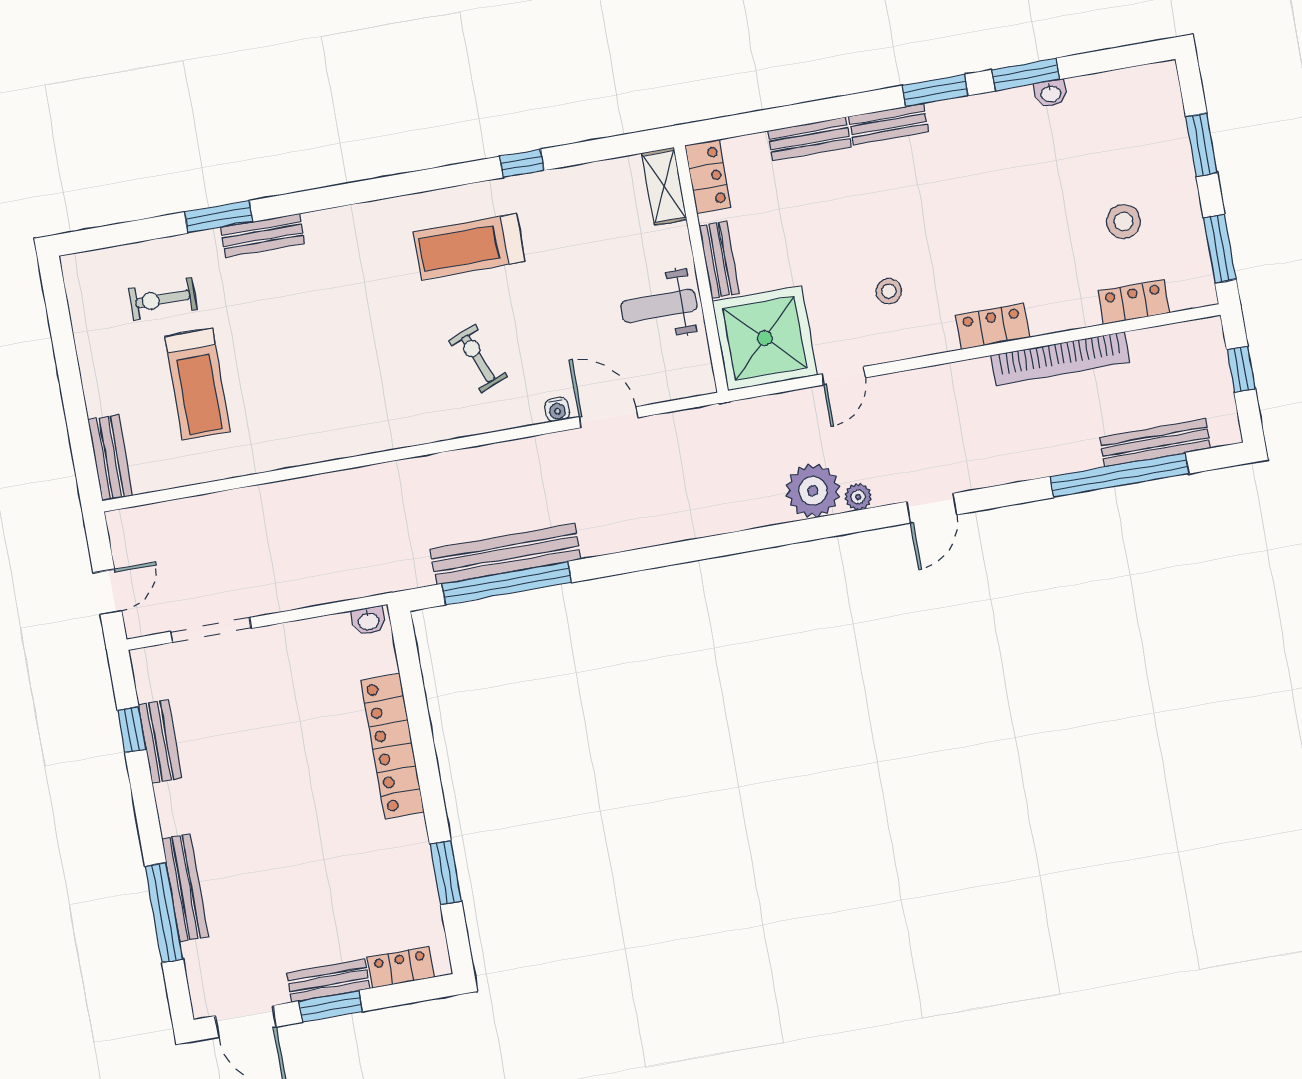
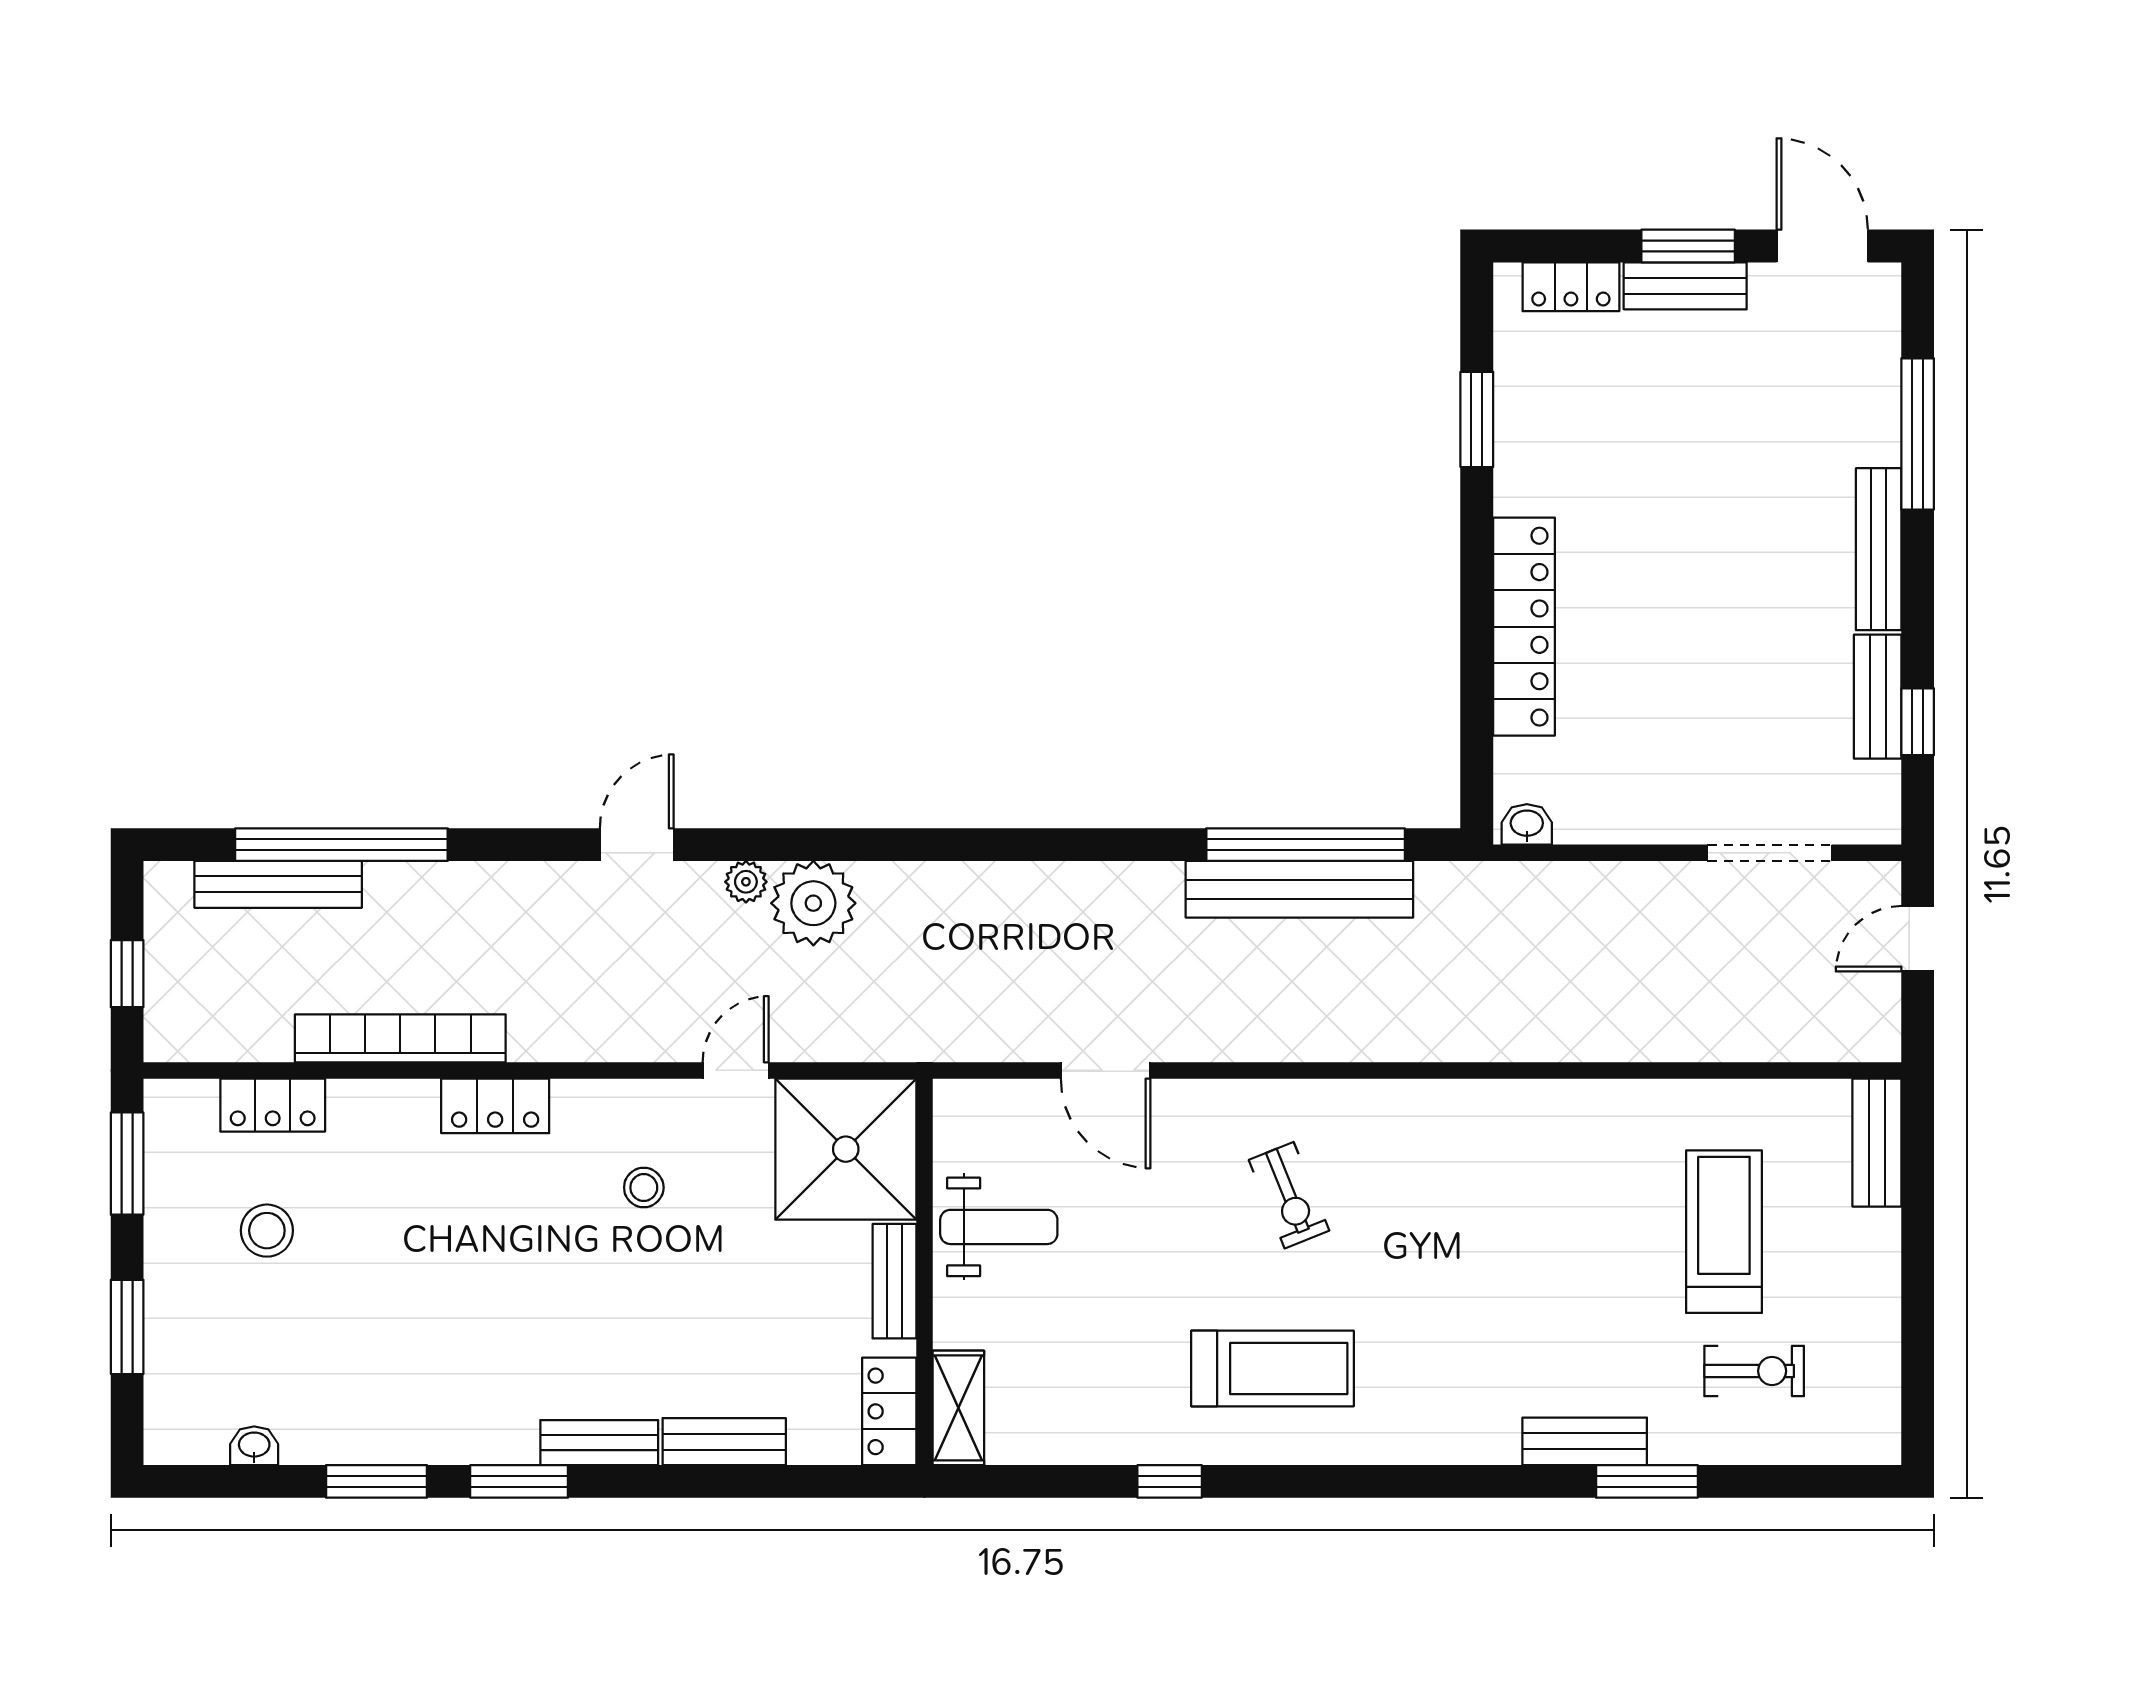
washbasin: (1051, 93) -> (254, 1446), moved
water cooler: (557, 409) -> (1182, 1096), removed
bench: (185, 888) -> (1879, 549), moved

